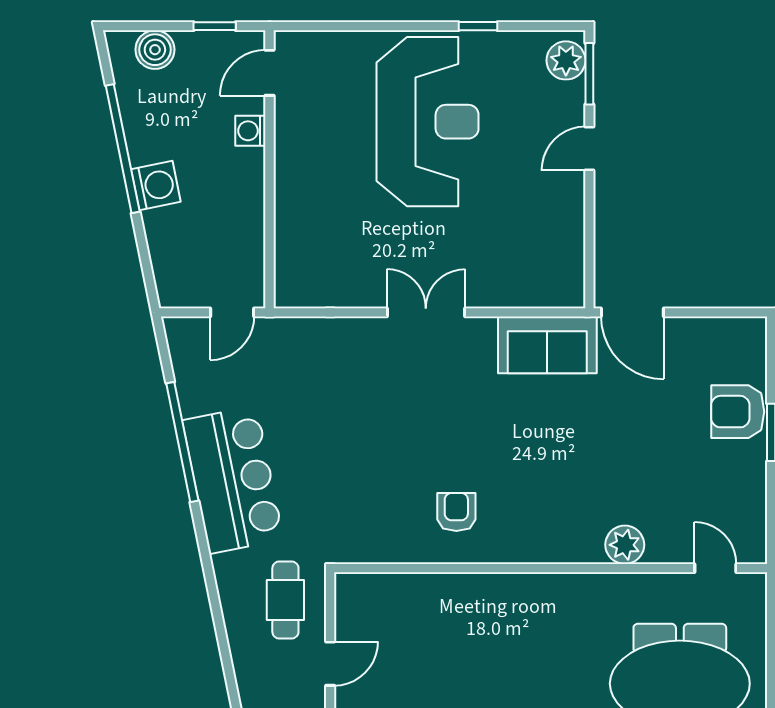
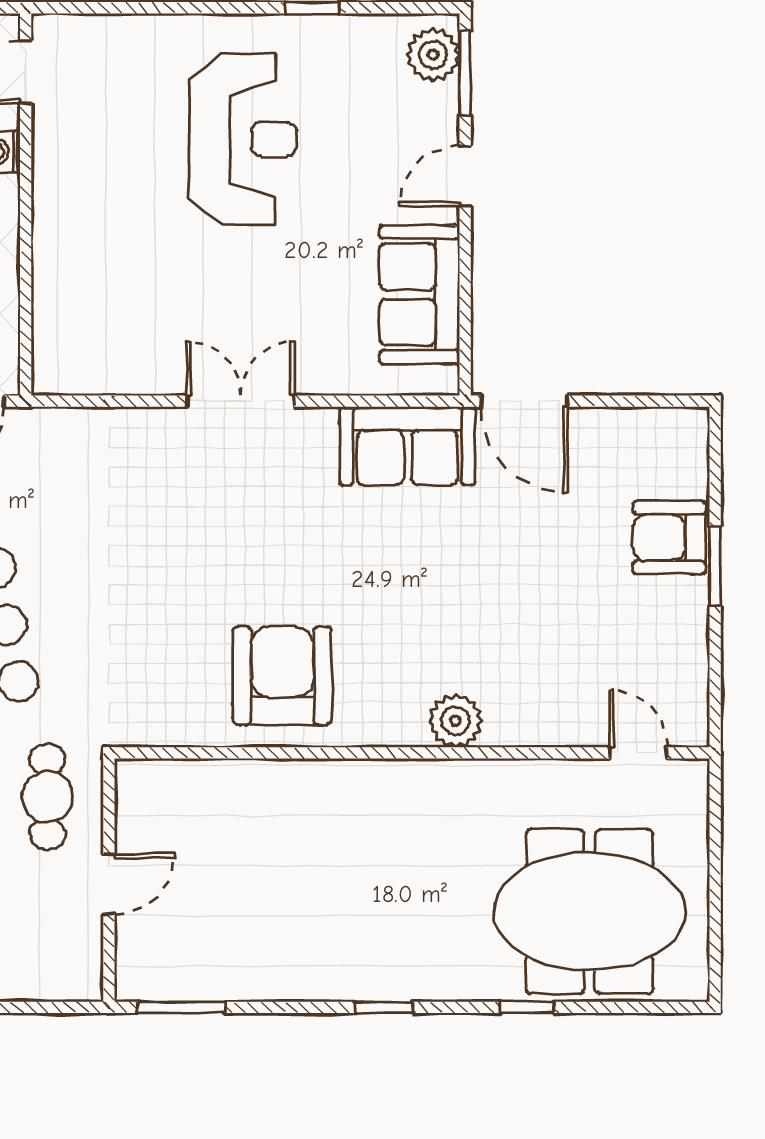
reception desk: (428, 122) -> (243, 139), width x0.74, depth x0.77
sofa: (556, 235) -> (419, 294), added
armchair: (456, 512) -> (282, 676), width x1.88, depth x1.88
plant: (625, 545) -> (456, 721), moved

